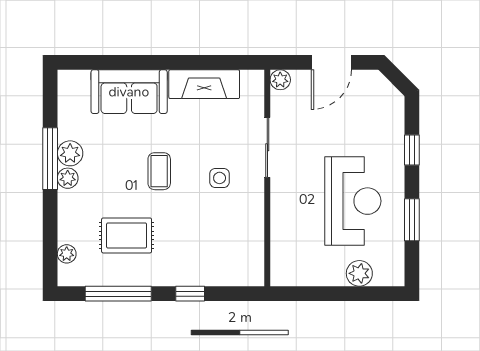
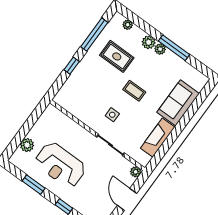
plant: (70, 153) -> (149, 42), moved
rug: (127, 235) -> (117, 56), turned 90

